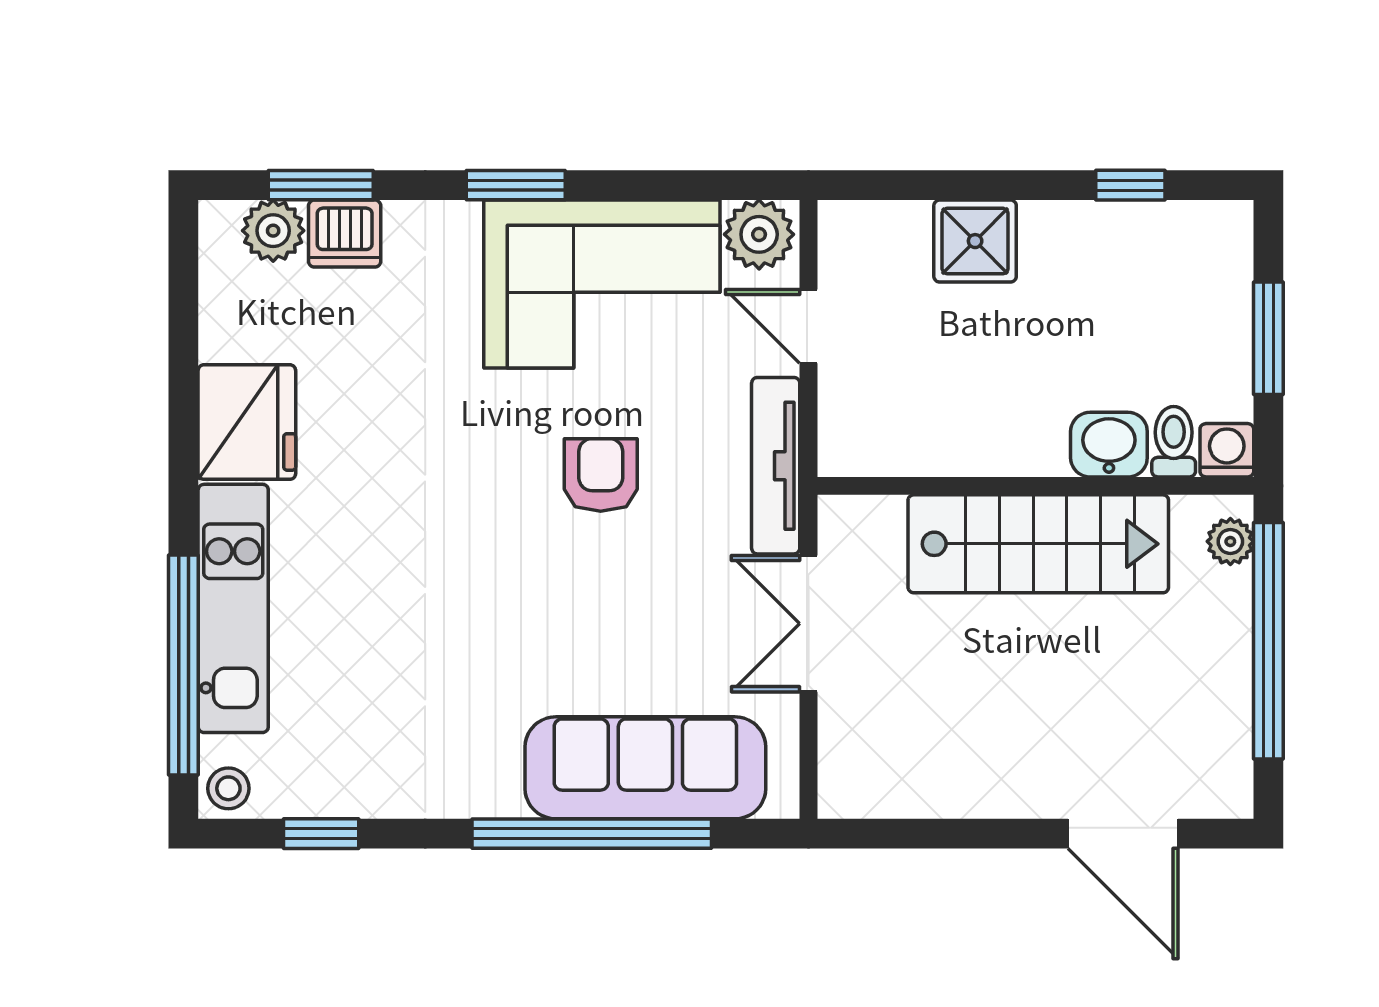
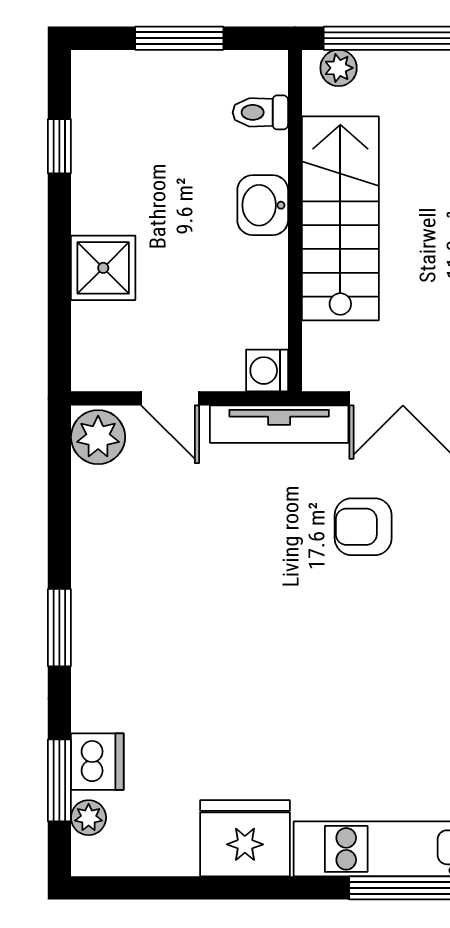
plant: (273, 231) -> (89, 818), width x0.73, depth x0.73
corner sofa: (602, 284) -> (137, 560), removed
door: (808, 326) -> (170, 398), hinge flipped
washbasin: (1109, 445) -> (263, 205), moved
washing machine: (1227, 450) -> (267, 371), moved
armchair: (601, 475) -> (363, 527), moved

